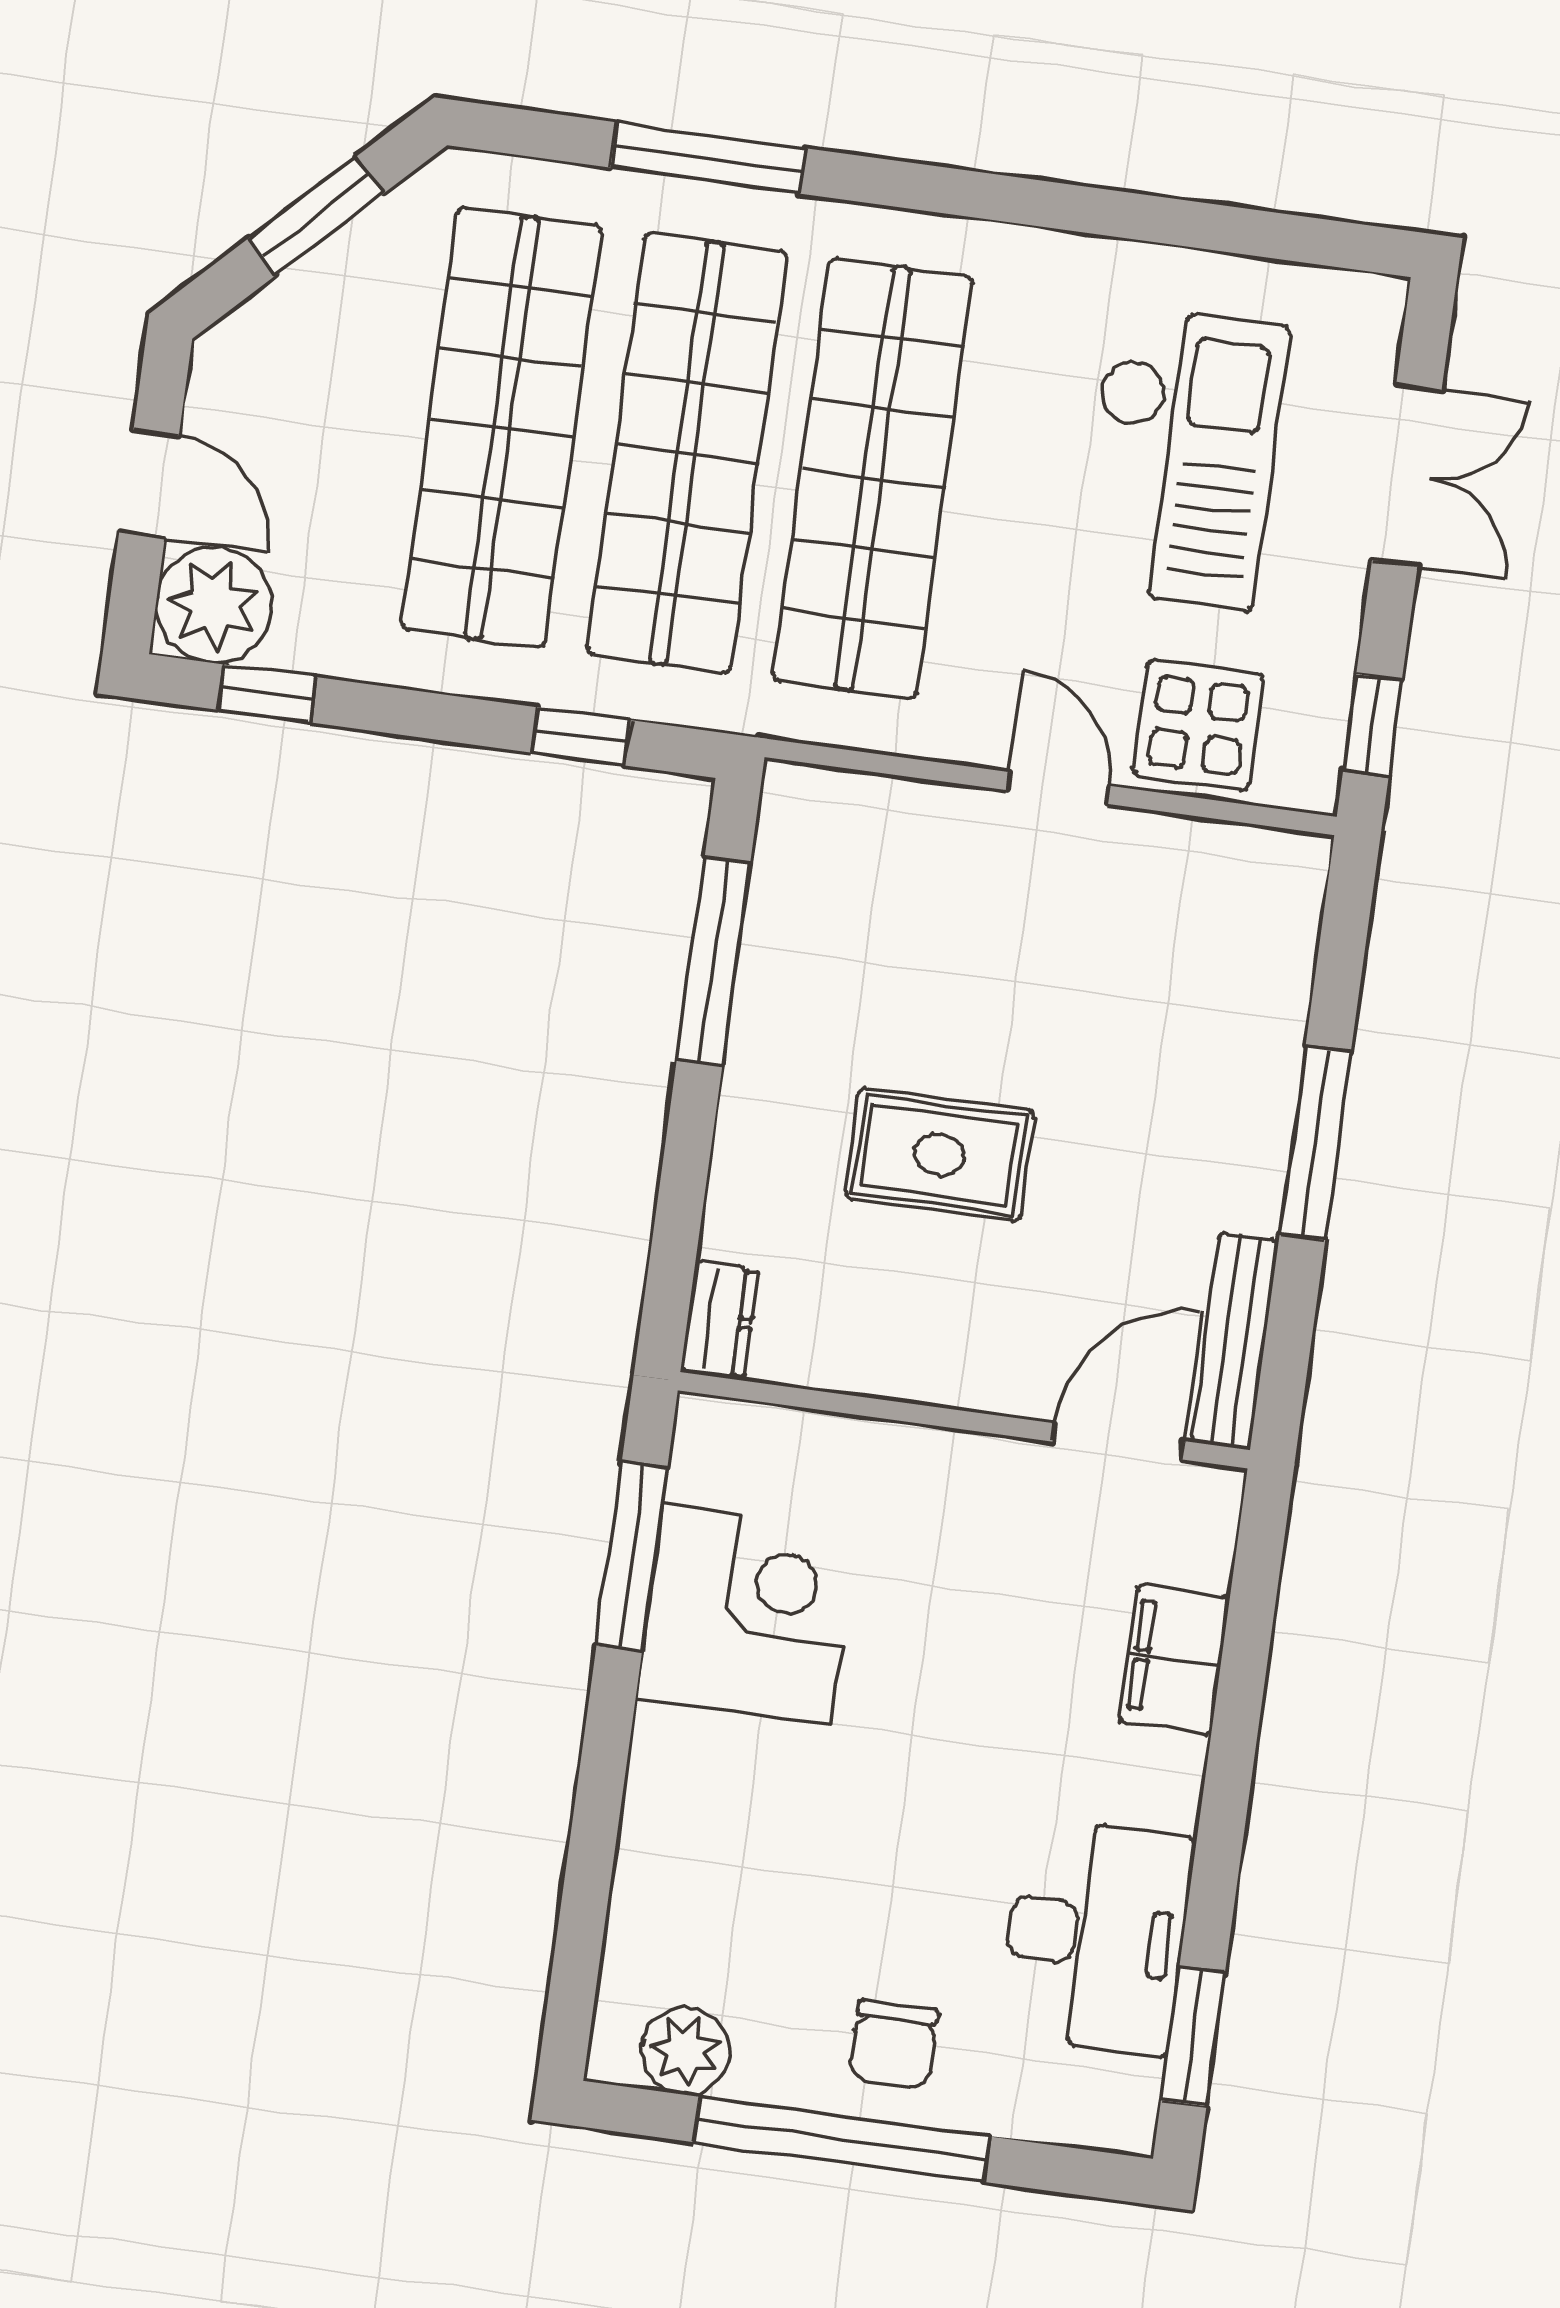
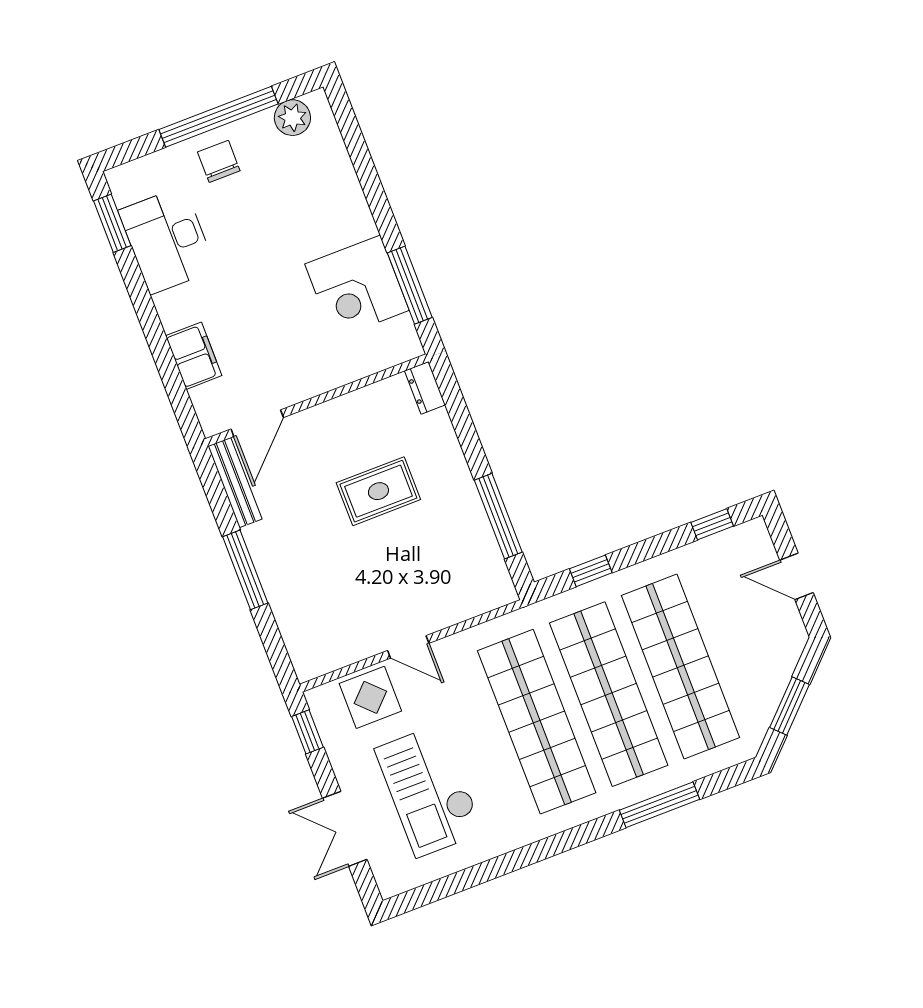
plant: (214, 605) -> (749, 546), removed

